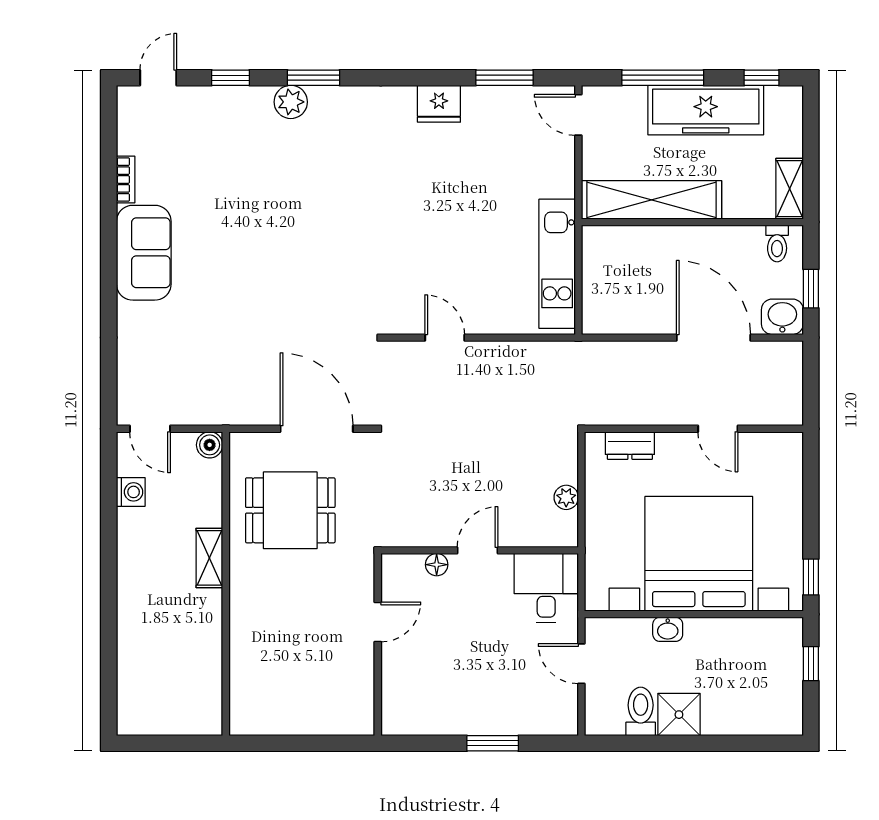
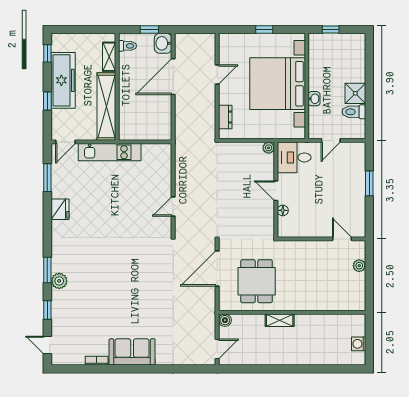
window: (663, 78) -> (47, 101), width x0.46
shelving: (790, 189) -> (109, 57), moved, turned 90
kitchen unit: (557, 264) -> (110, 152), moved
washing machine: (131, 492) -> (359, 344), moved, turned -90
plant: (566, 497) -> (269, 148), moved
window: (811, 577) -> (264, 30), moved
door: (378, 622) -> (342, 239), moved
plant: (322, 723) -> (359, 266), added

